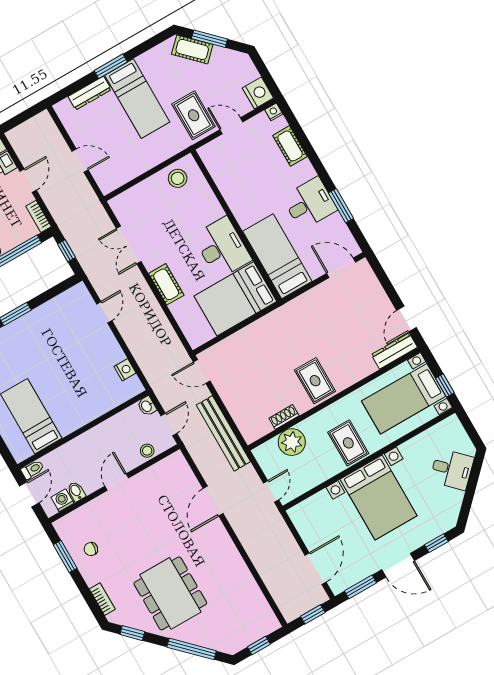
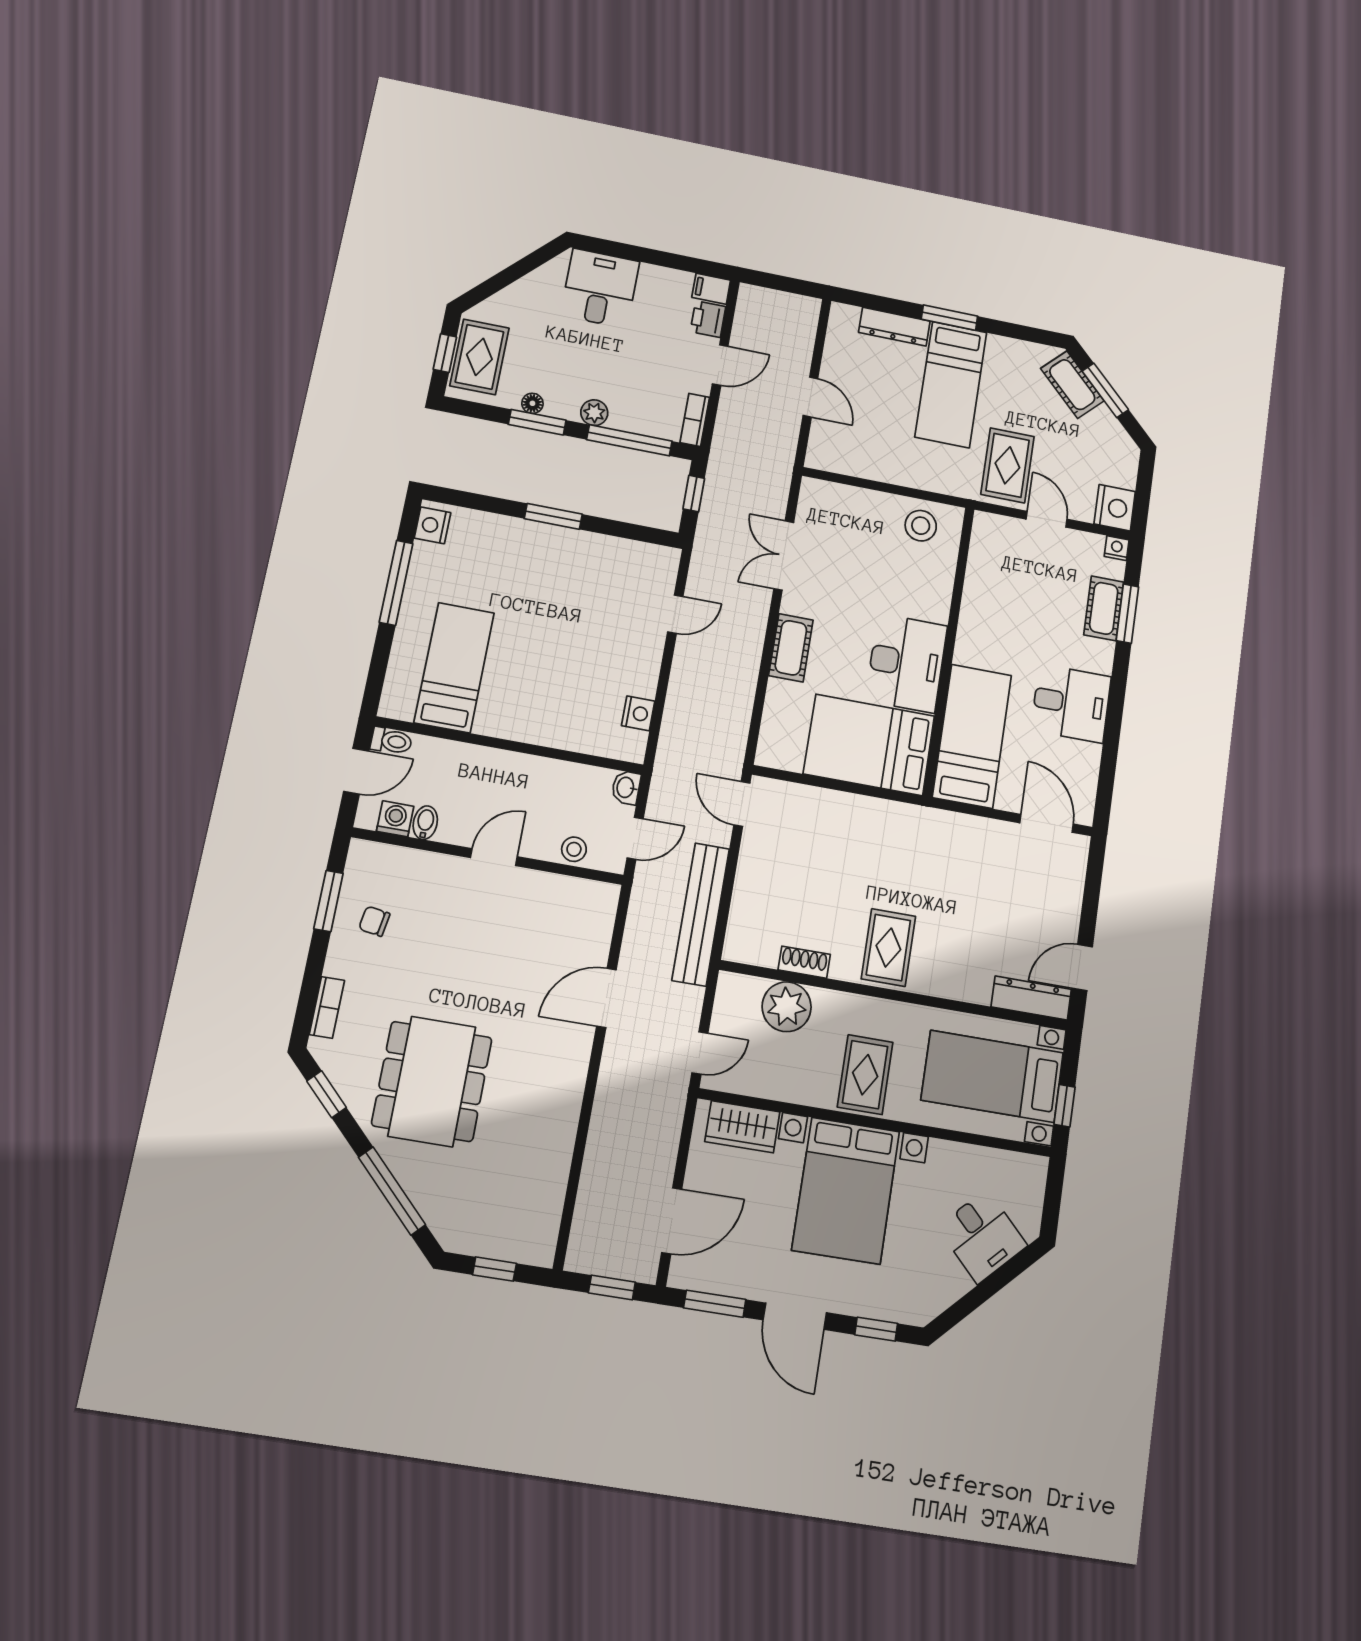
window: (341, 206) -> (1127, 614), moved
wardrobe: (314, 507) -> (742, 1127), added

